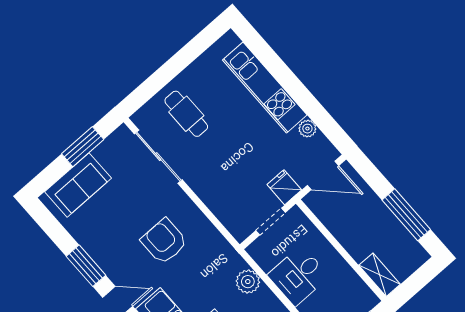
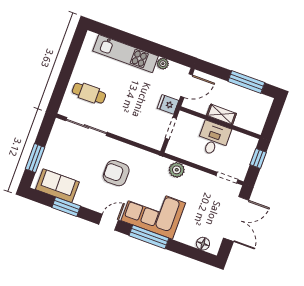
window: (83, 147) -> (35, 158), moved
sofa: (78, 185) -> (57, 186), moved, turned -90
window: (86, 266) -> (66, 207), moved
shelving: (380, 275) -> (222, 114), moved
desk: (298, 276) -> (213, 139), moved, turned 180

